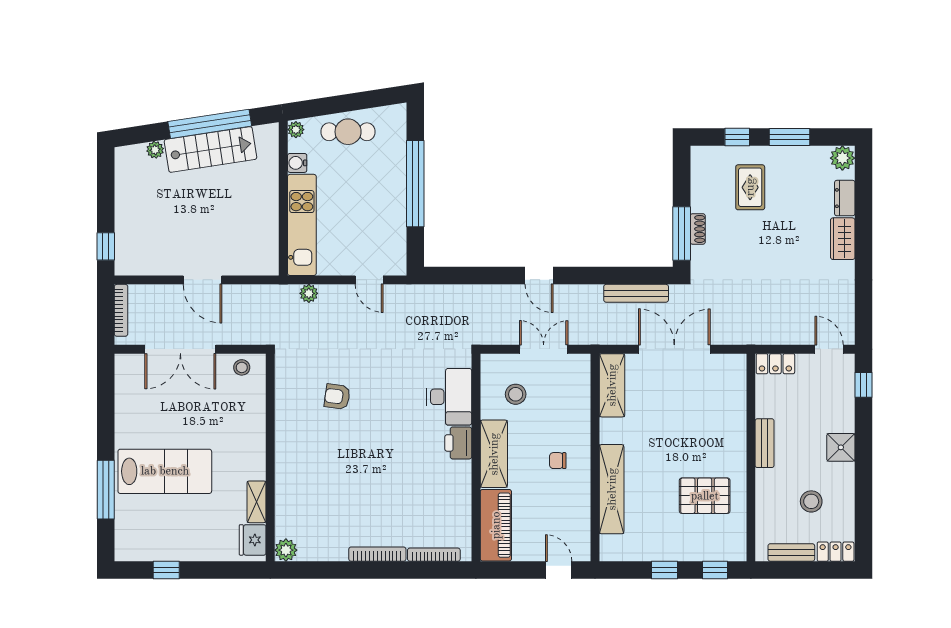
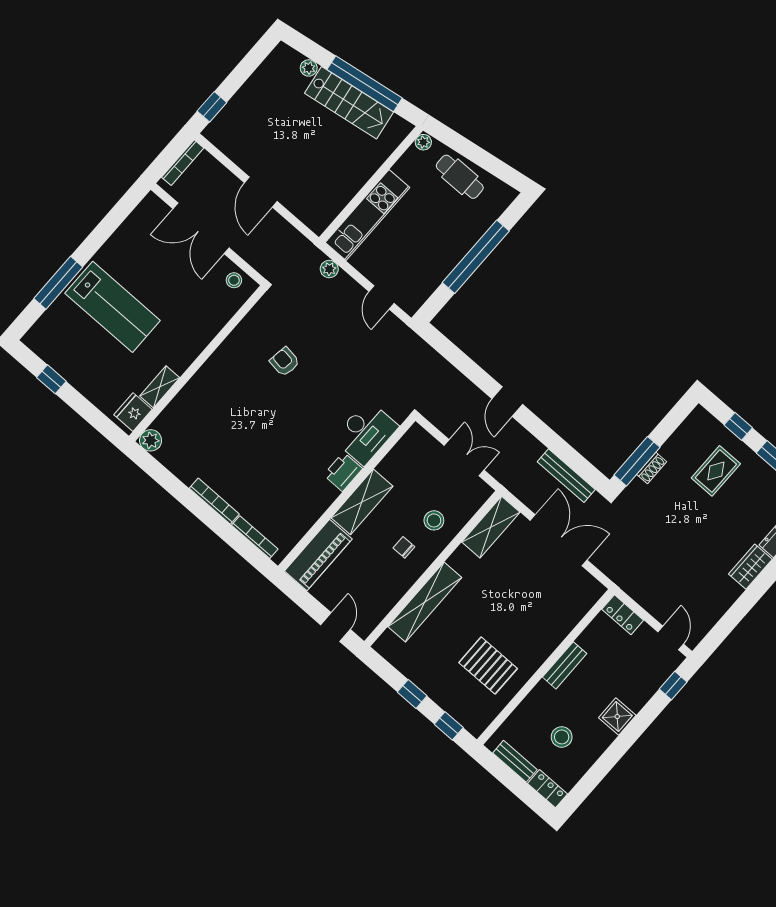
water cooler: (297, 163) -> (403, 167), removed
stool: (516, 394) -> (434, 520), moved

